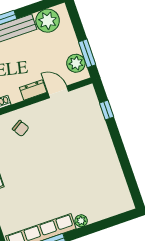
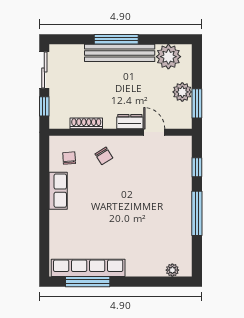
plant: (76, 63) -> (182, 92), moved
window: (121, 151) -> (197, 213), added
plant: (81, 221) -> (172, 270), moved

